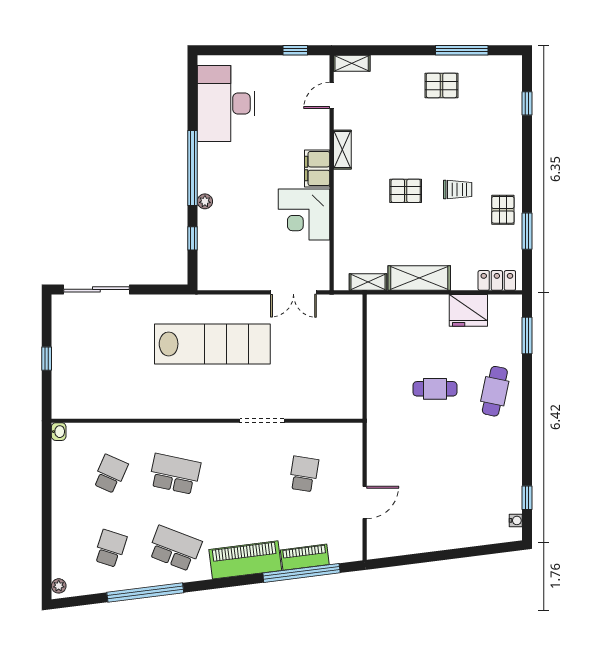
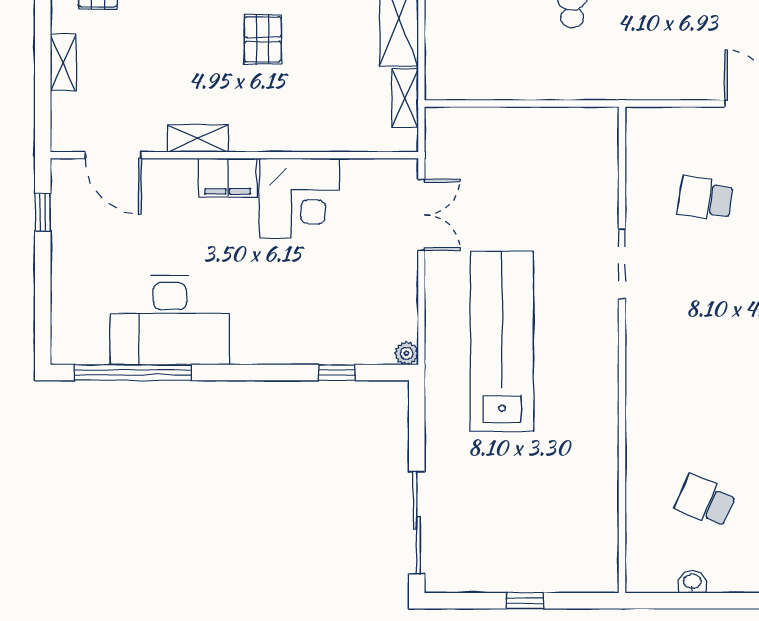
shelving: (352, 63) -> (63, 63), moved
door: (332, 95) -> (113, 155), width x1.38
desk: (226, 103) -> (170, 320), moved
window: (193, 168) -> (133, 373), moved
plant: (205, 201) -> (407, 353), moved
washbasin: (59, 432) -> (692, 582), moved
school desk: (175, 474) -> (705, 400), removed

